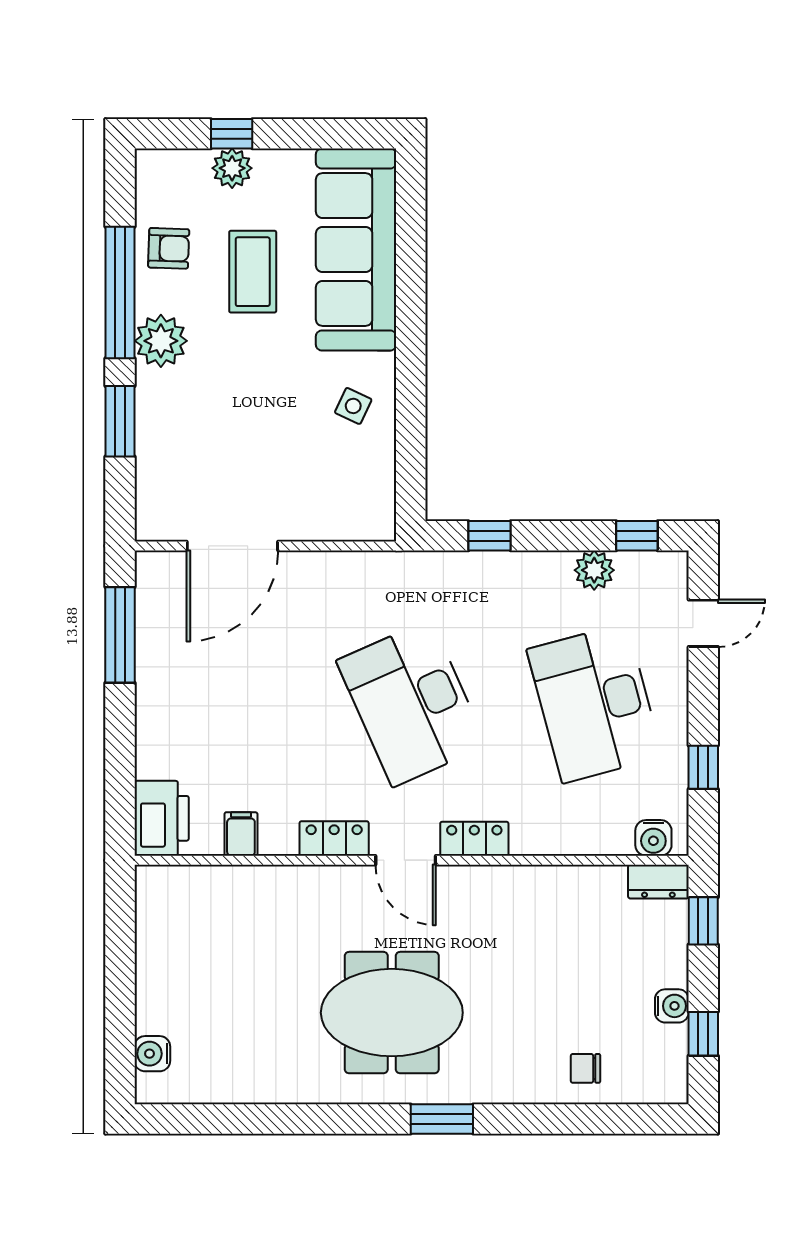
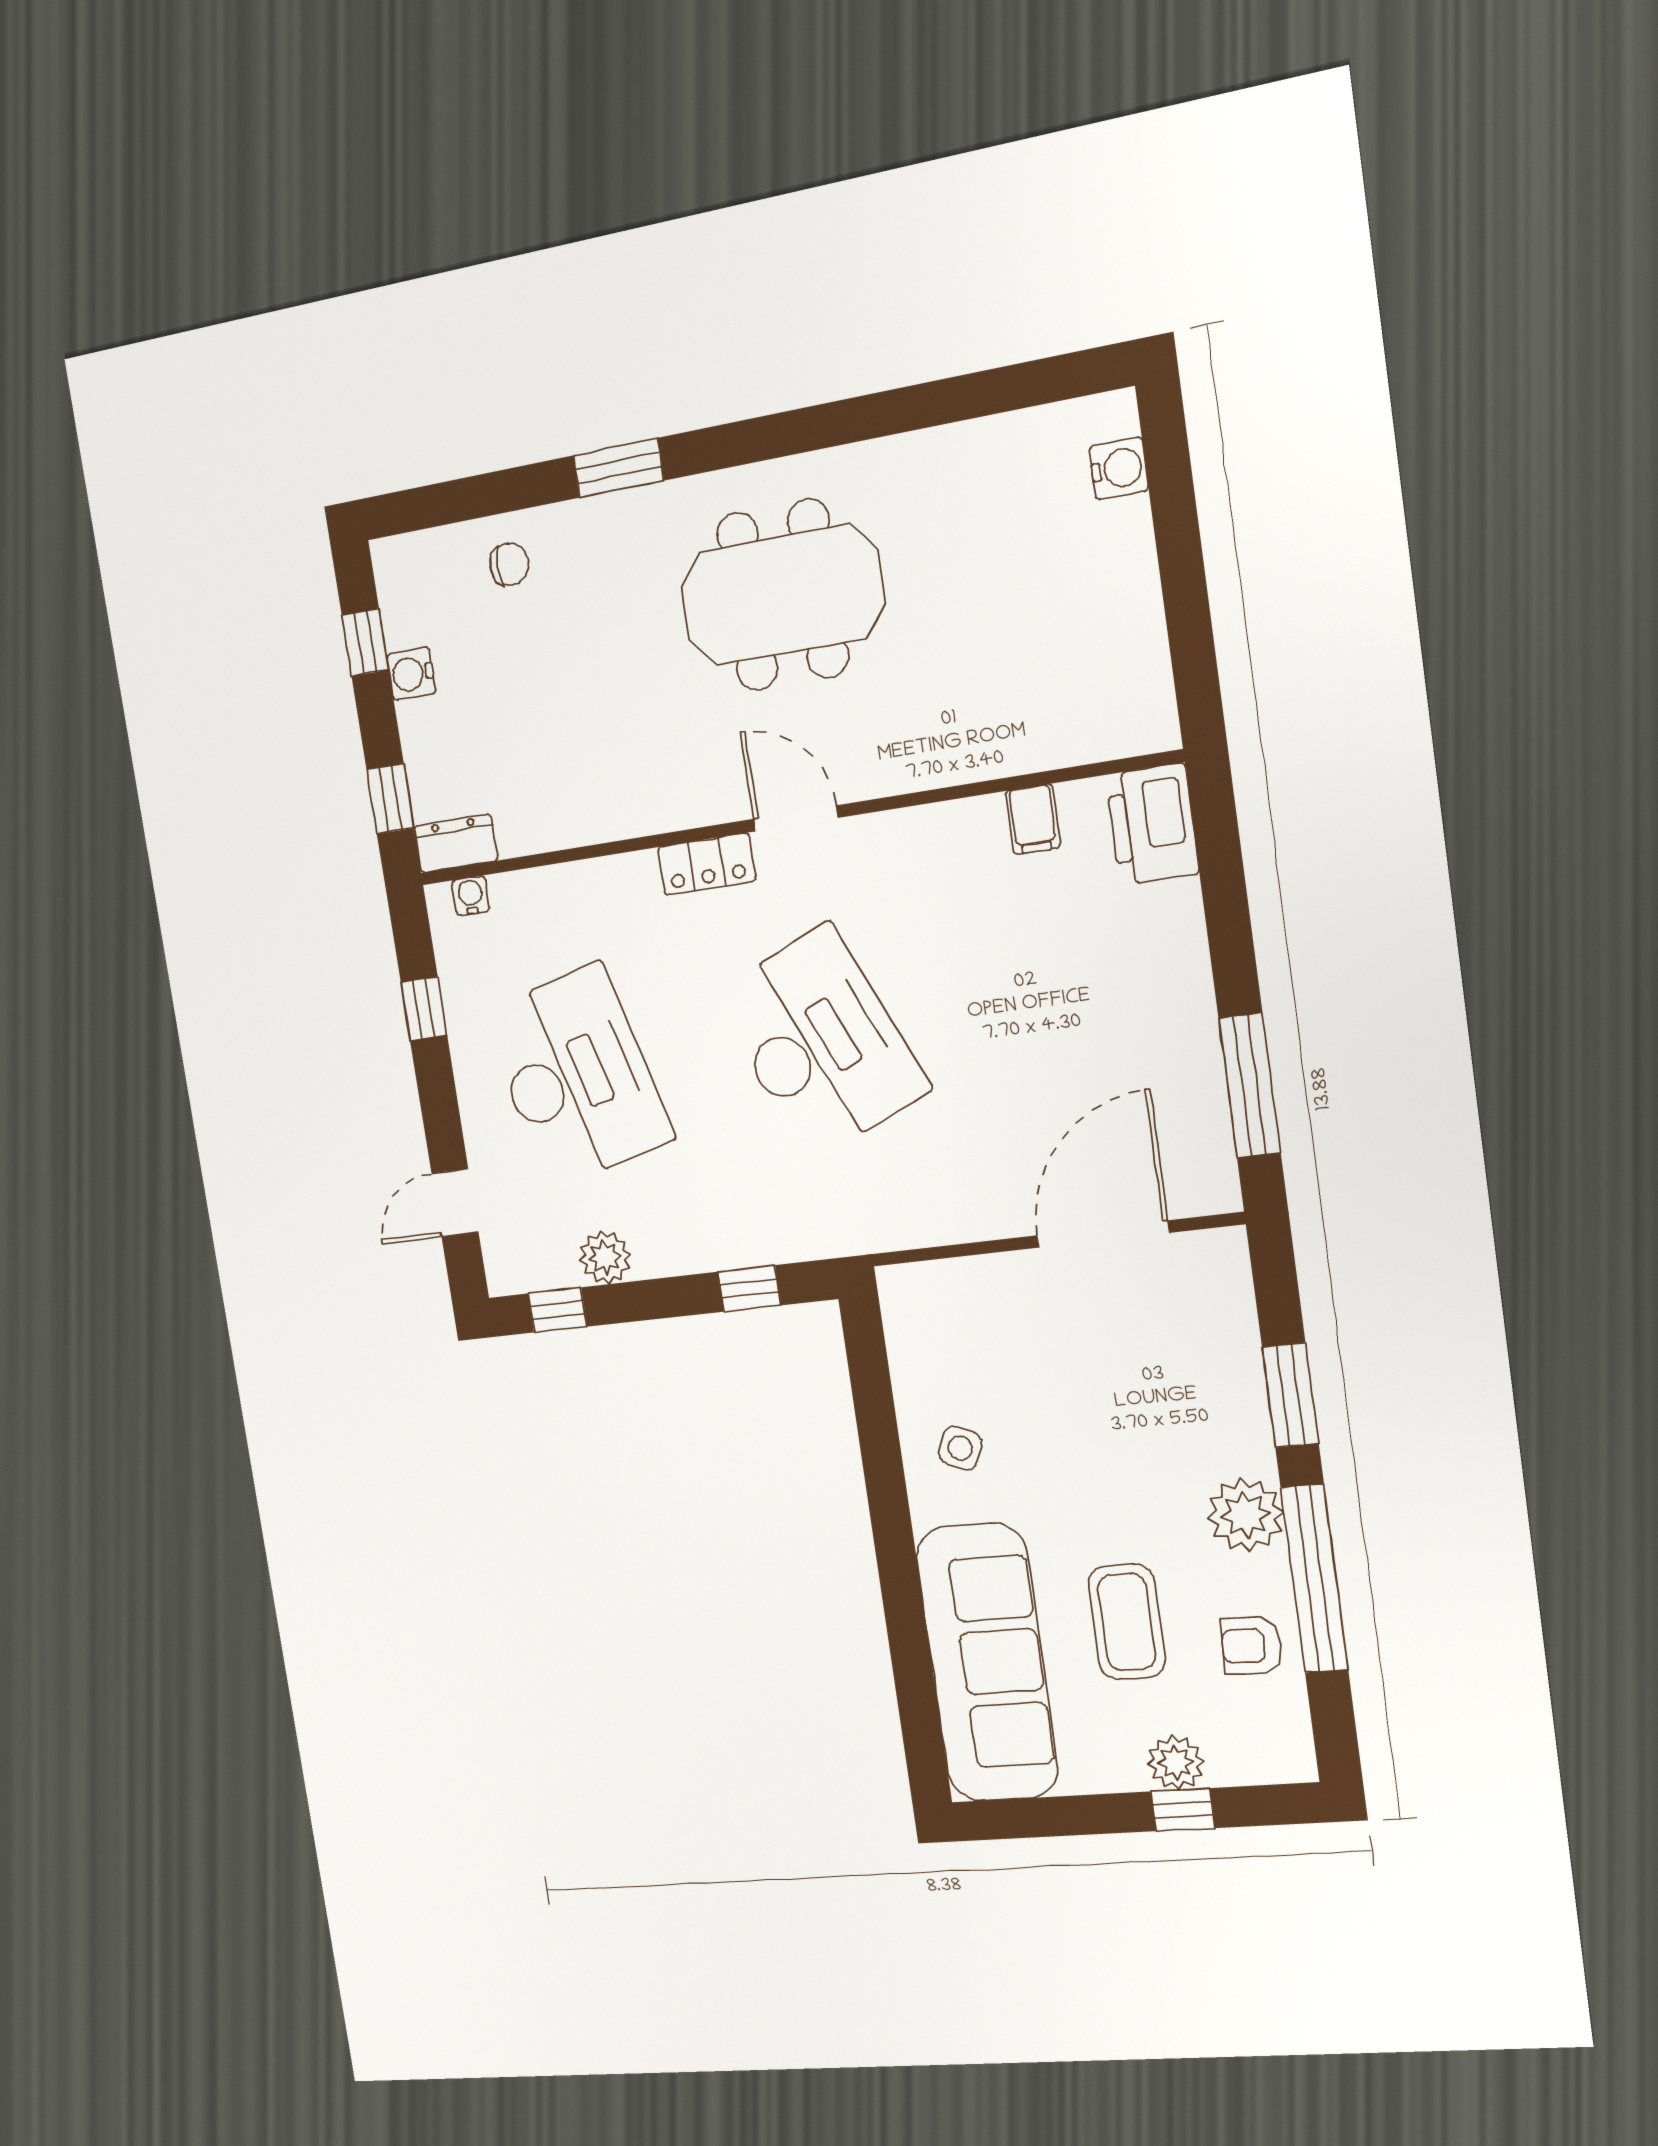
locker: (334, 838) -> (899, 834), removed
water cooler: (653, 838) -> (471, 896), width x0.72, depth x0.72
window: (442, 1119) -> (618, 468), moved

